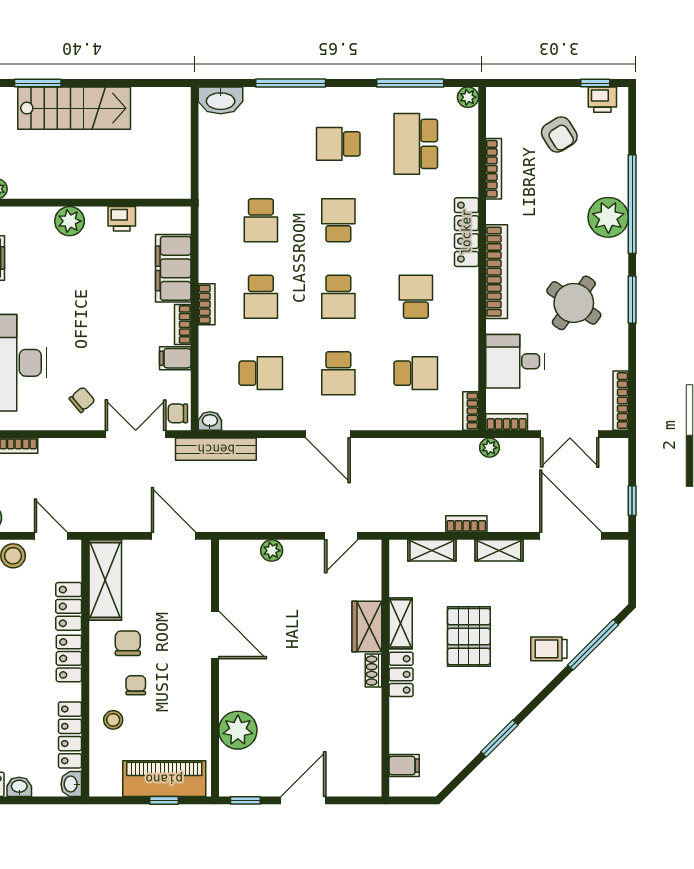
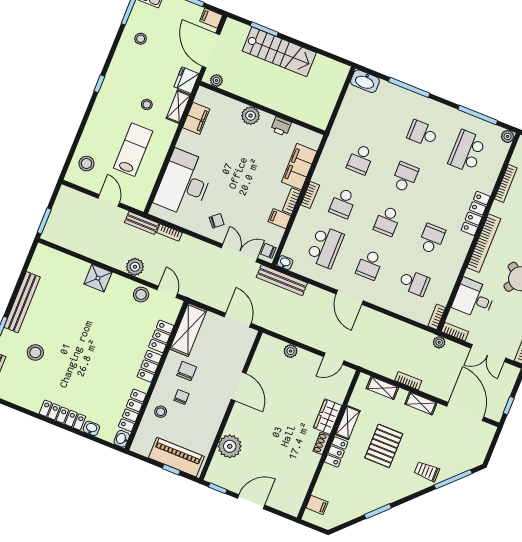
school desk: (261, 373) -> (325, 247), width x1.85

